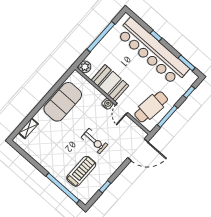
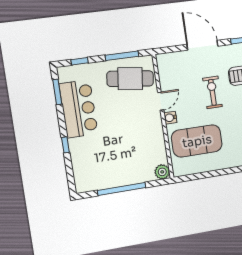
bar counter: (153, 51) -> (79, 109), width x0.54
booth: (110, 83) -> (151, 136), removed
exercise mat: (63, 102) -> (197, 141), moved
door: (138, 150) -> (202, 45), moved

